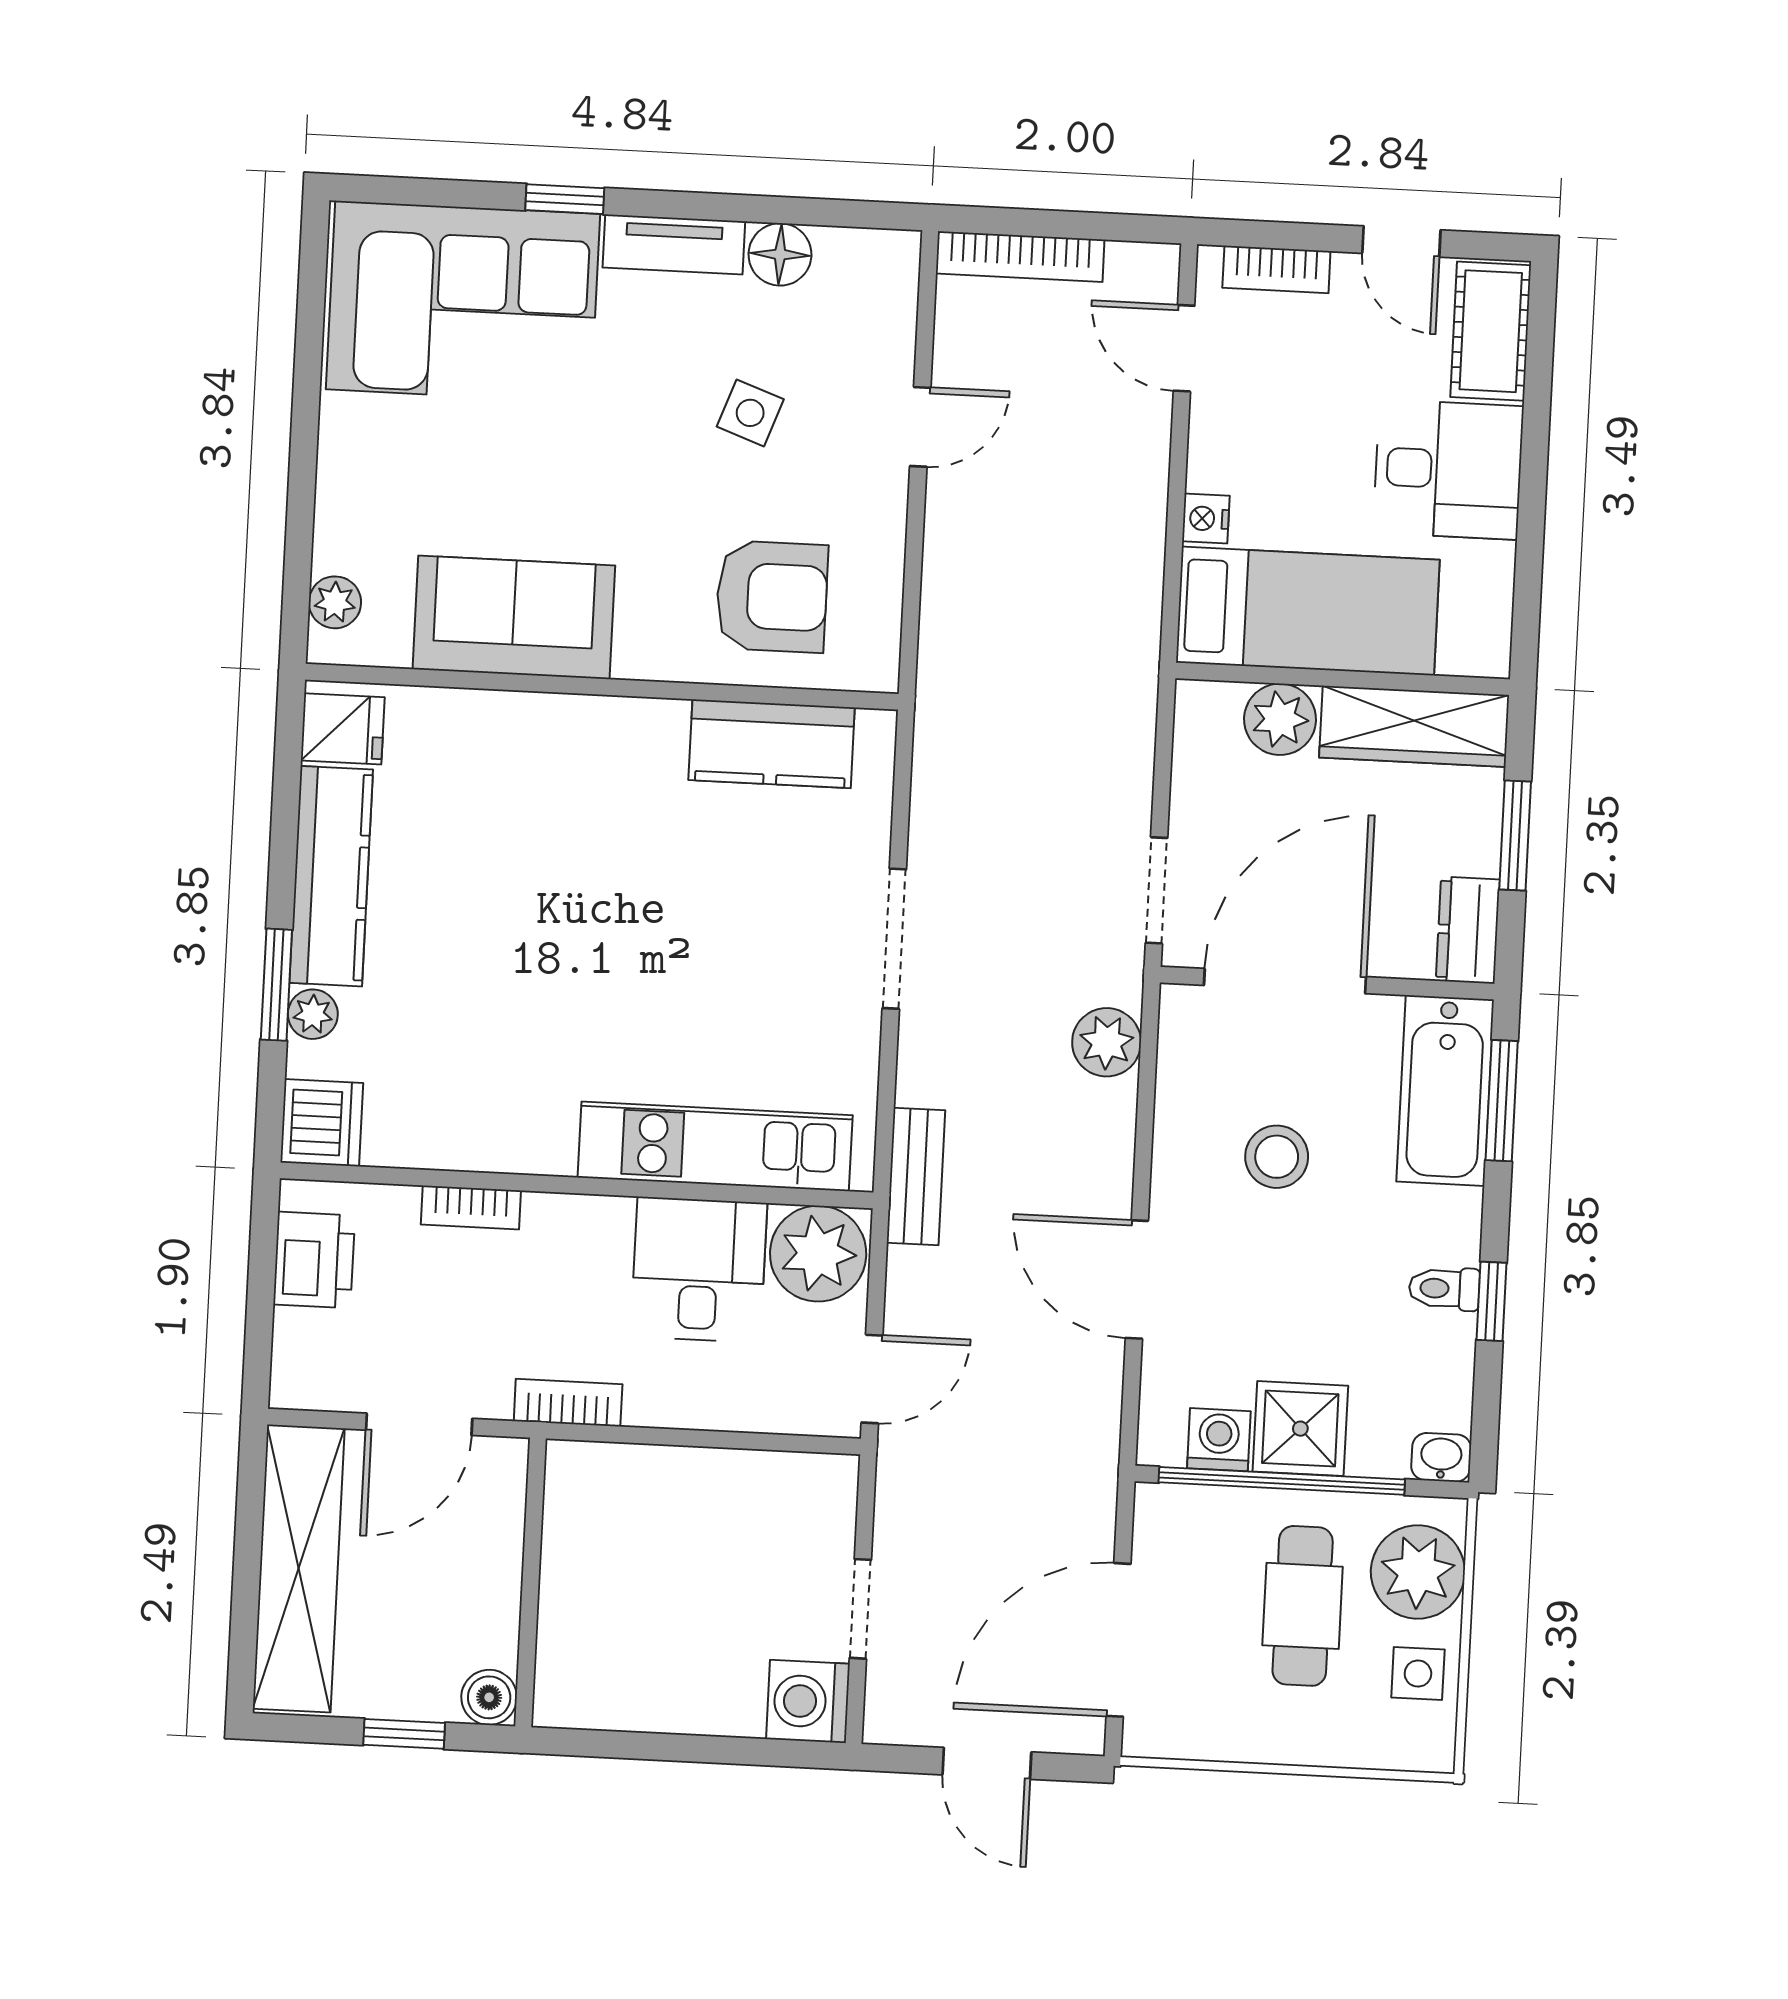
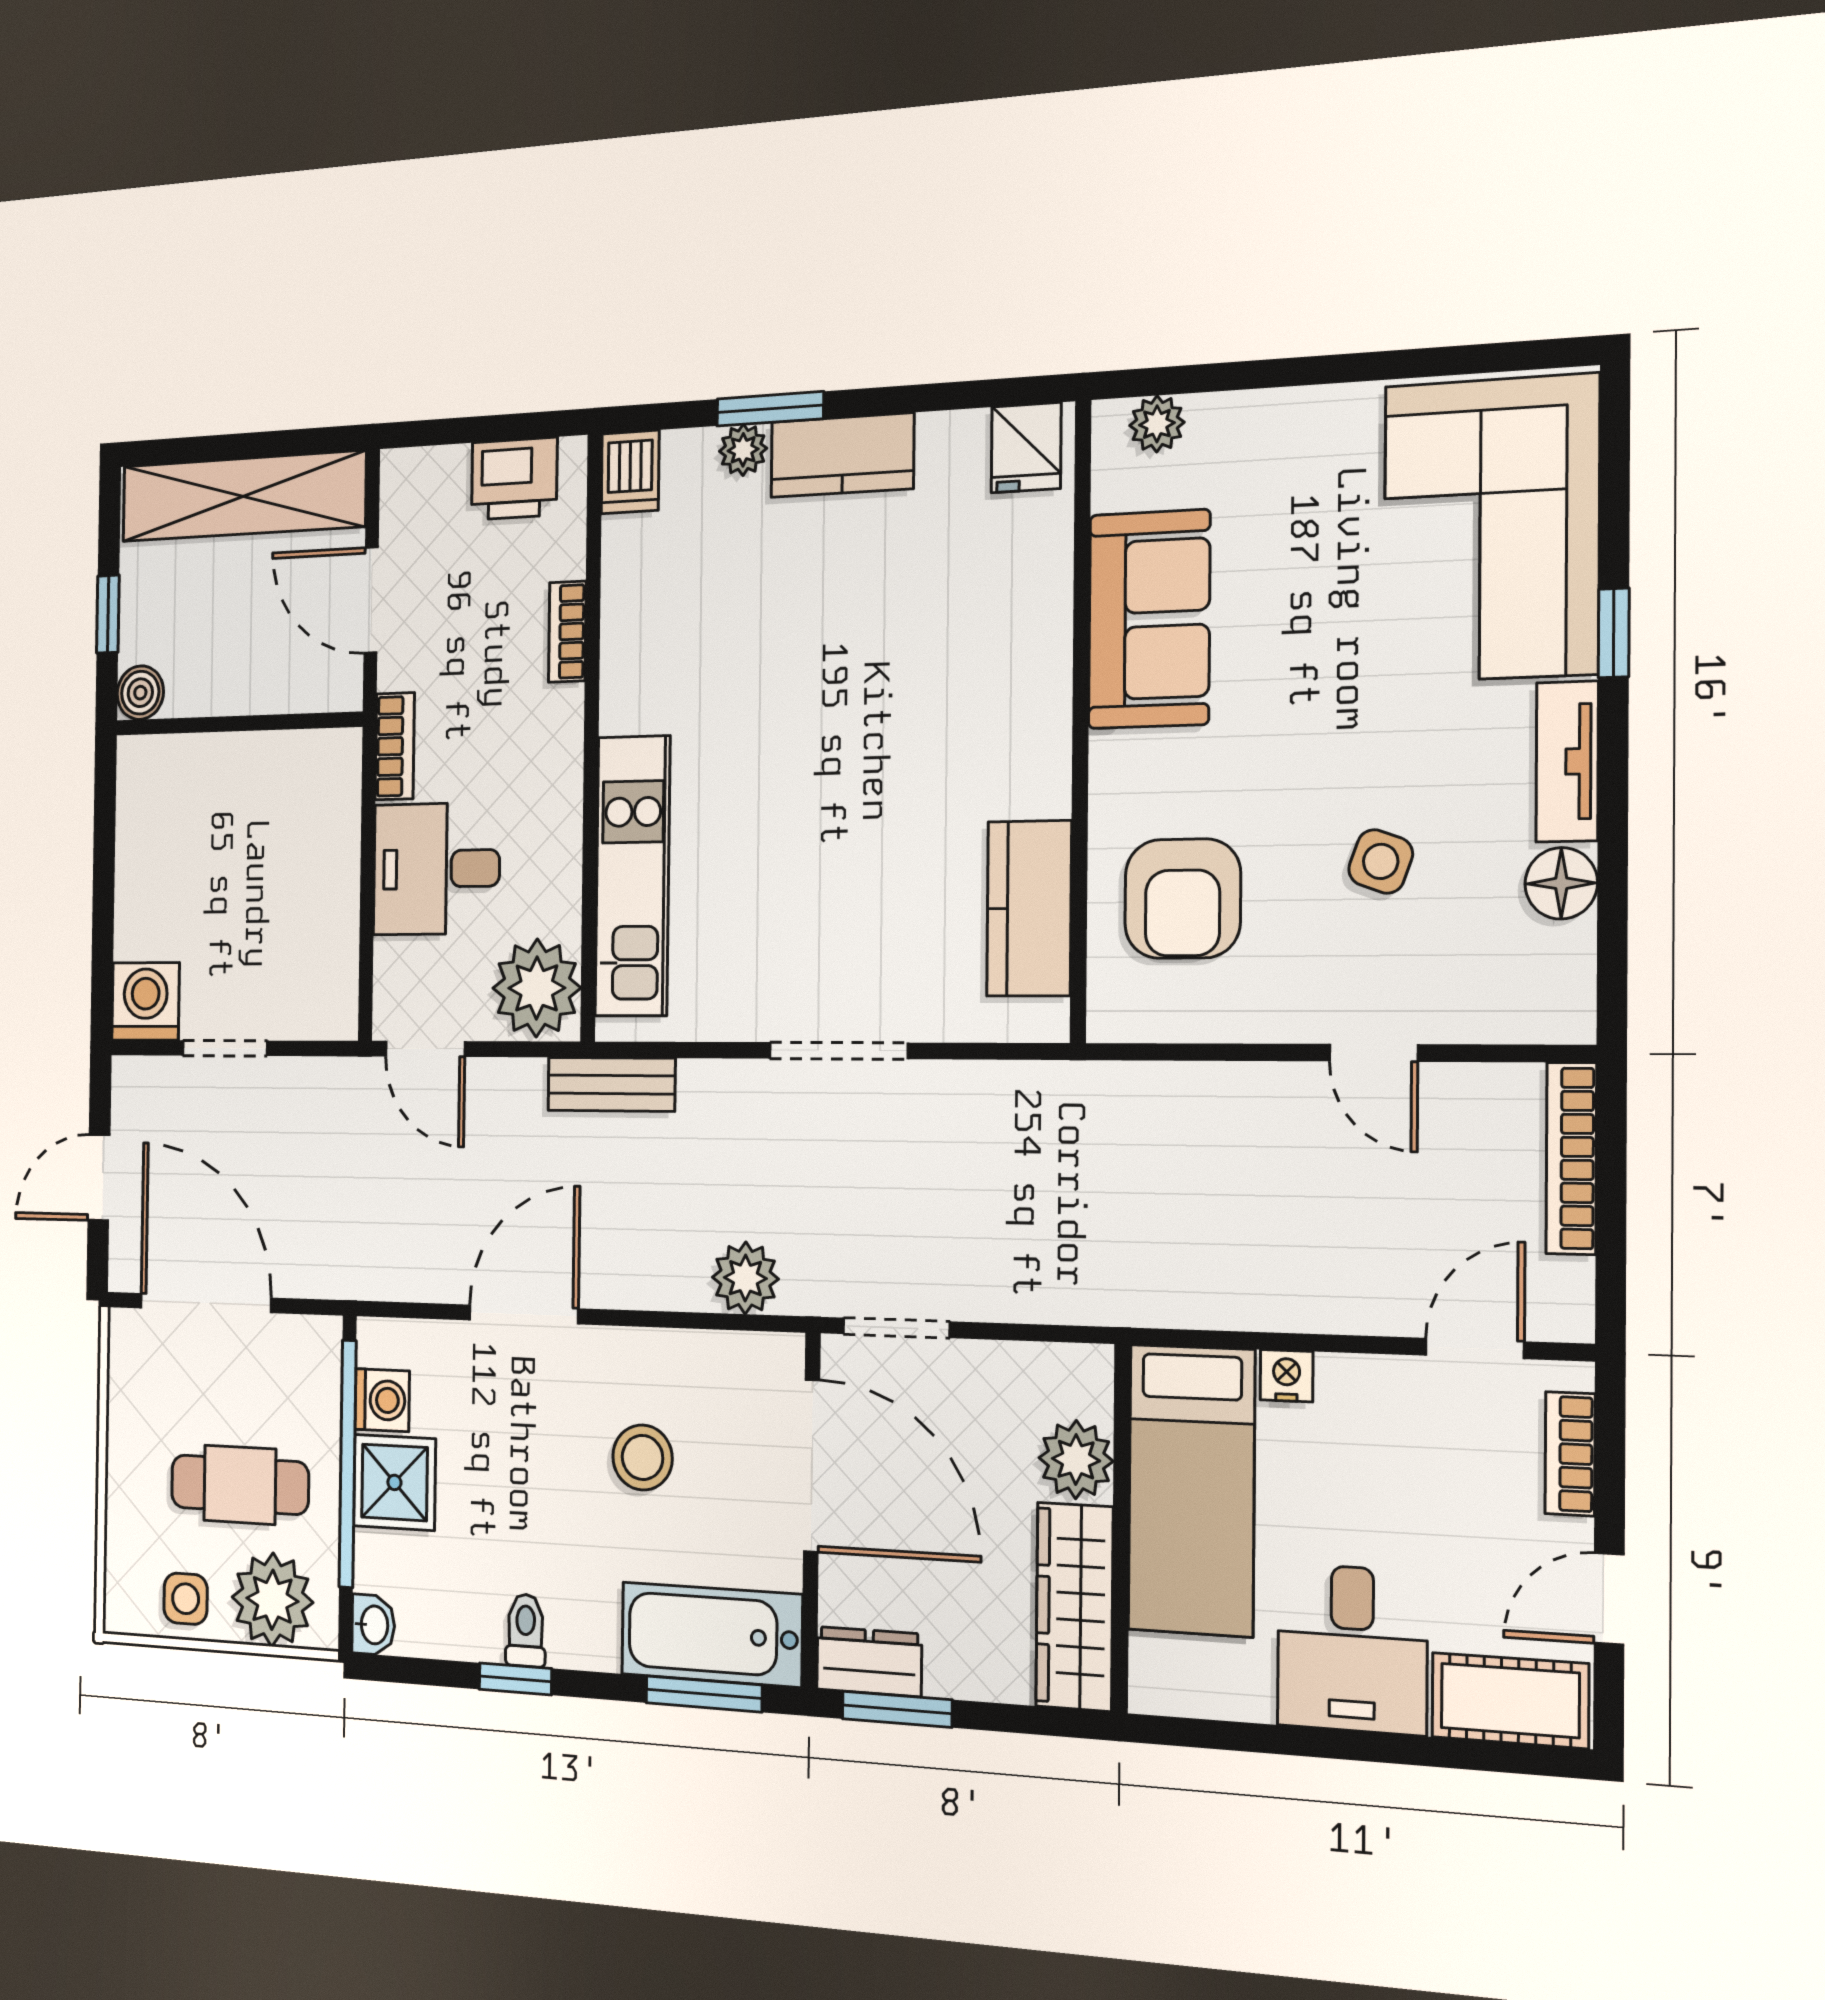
window: (1515, 836) -> (897, 1709), moved
kitchen counter: (331, 876) -> (842, 455), width x0.67
dishwasher: (322, 1123) -> (630, 472), width x0.73
desk: (699, 1270) -> (436, 869), moved, turned 180

